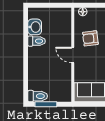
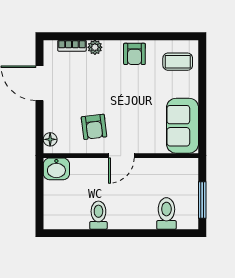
washbasin: (35, 27) -> (56, 169), moved, turned 180
toilet: (38, 96) -> (166, 213), moved

